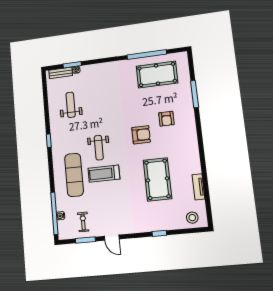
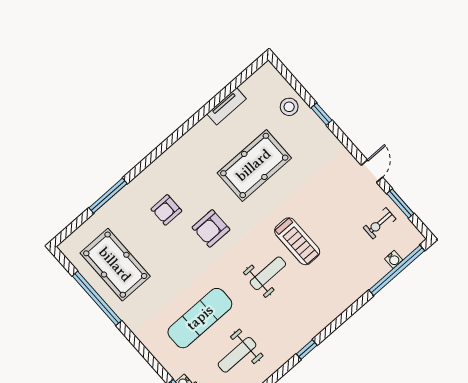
armchair: (166, 119) -> (166, 210), turned 180
armchair: (141, 135) -> (211, 228), turned -90
exercise mat: (74, 175) -> (200, 318), moved
stool: (192, 218) -> (289, 107), moved

